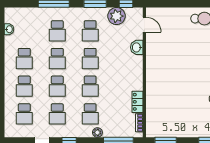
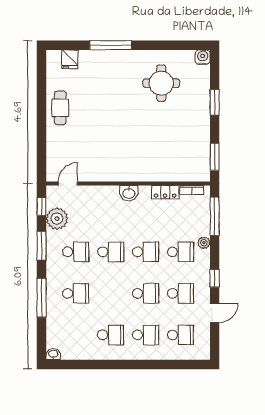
washbasin: (9, 29) -> (53, 354), moved
washbasin: (137, 47) -> (129, 193), moved
school desk: (57, 59) -> (111, 293), removed

